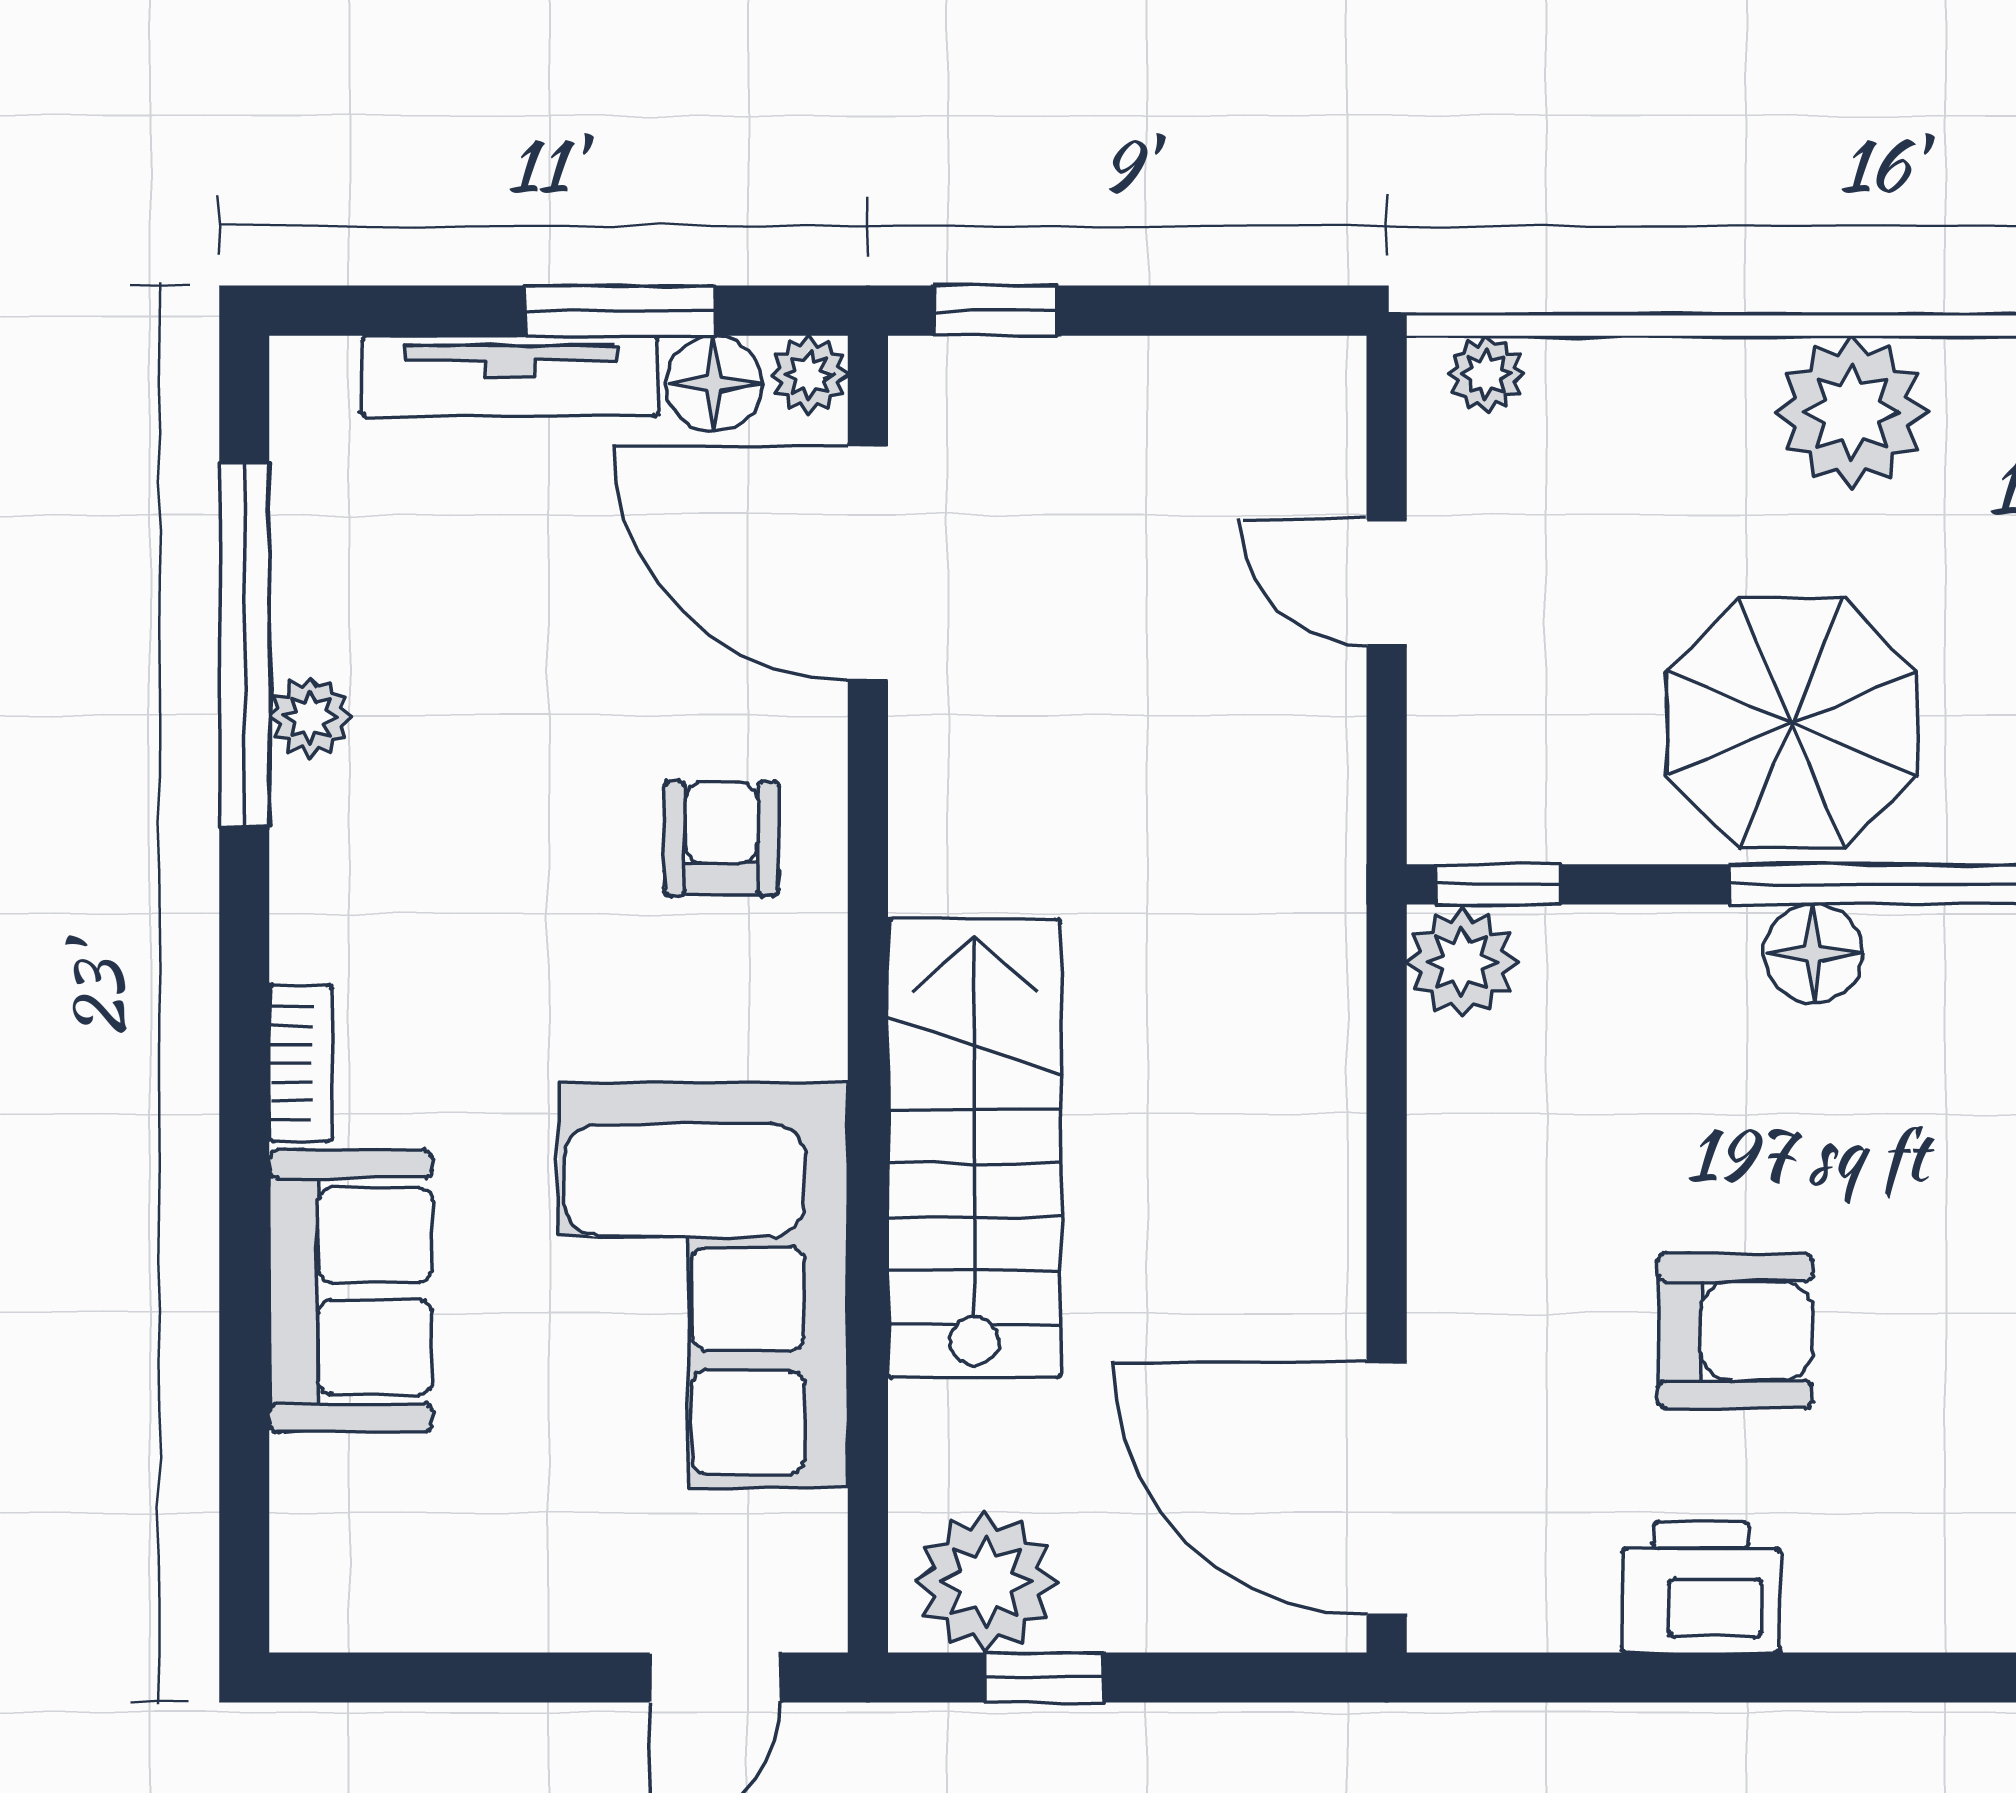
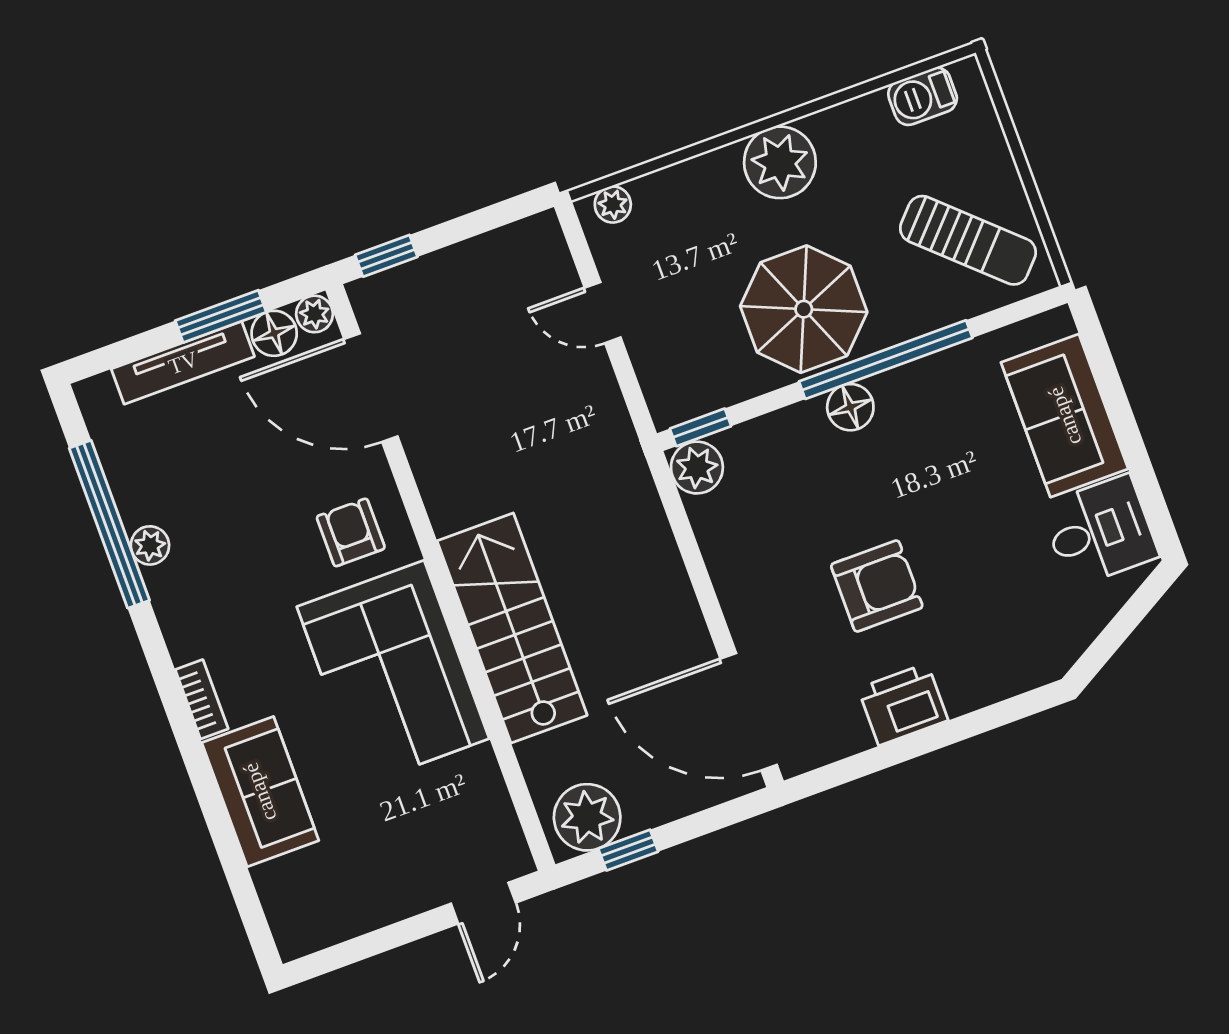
corner sofa: (703, 1285) -> (393, 673), moved

